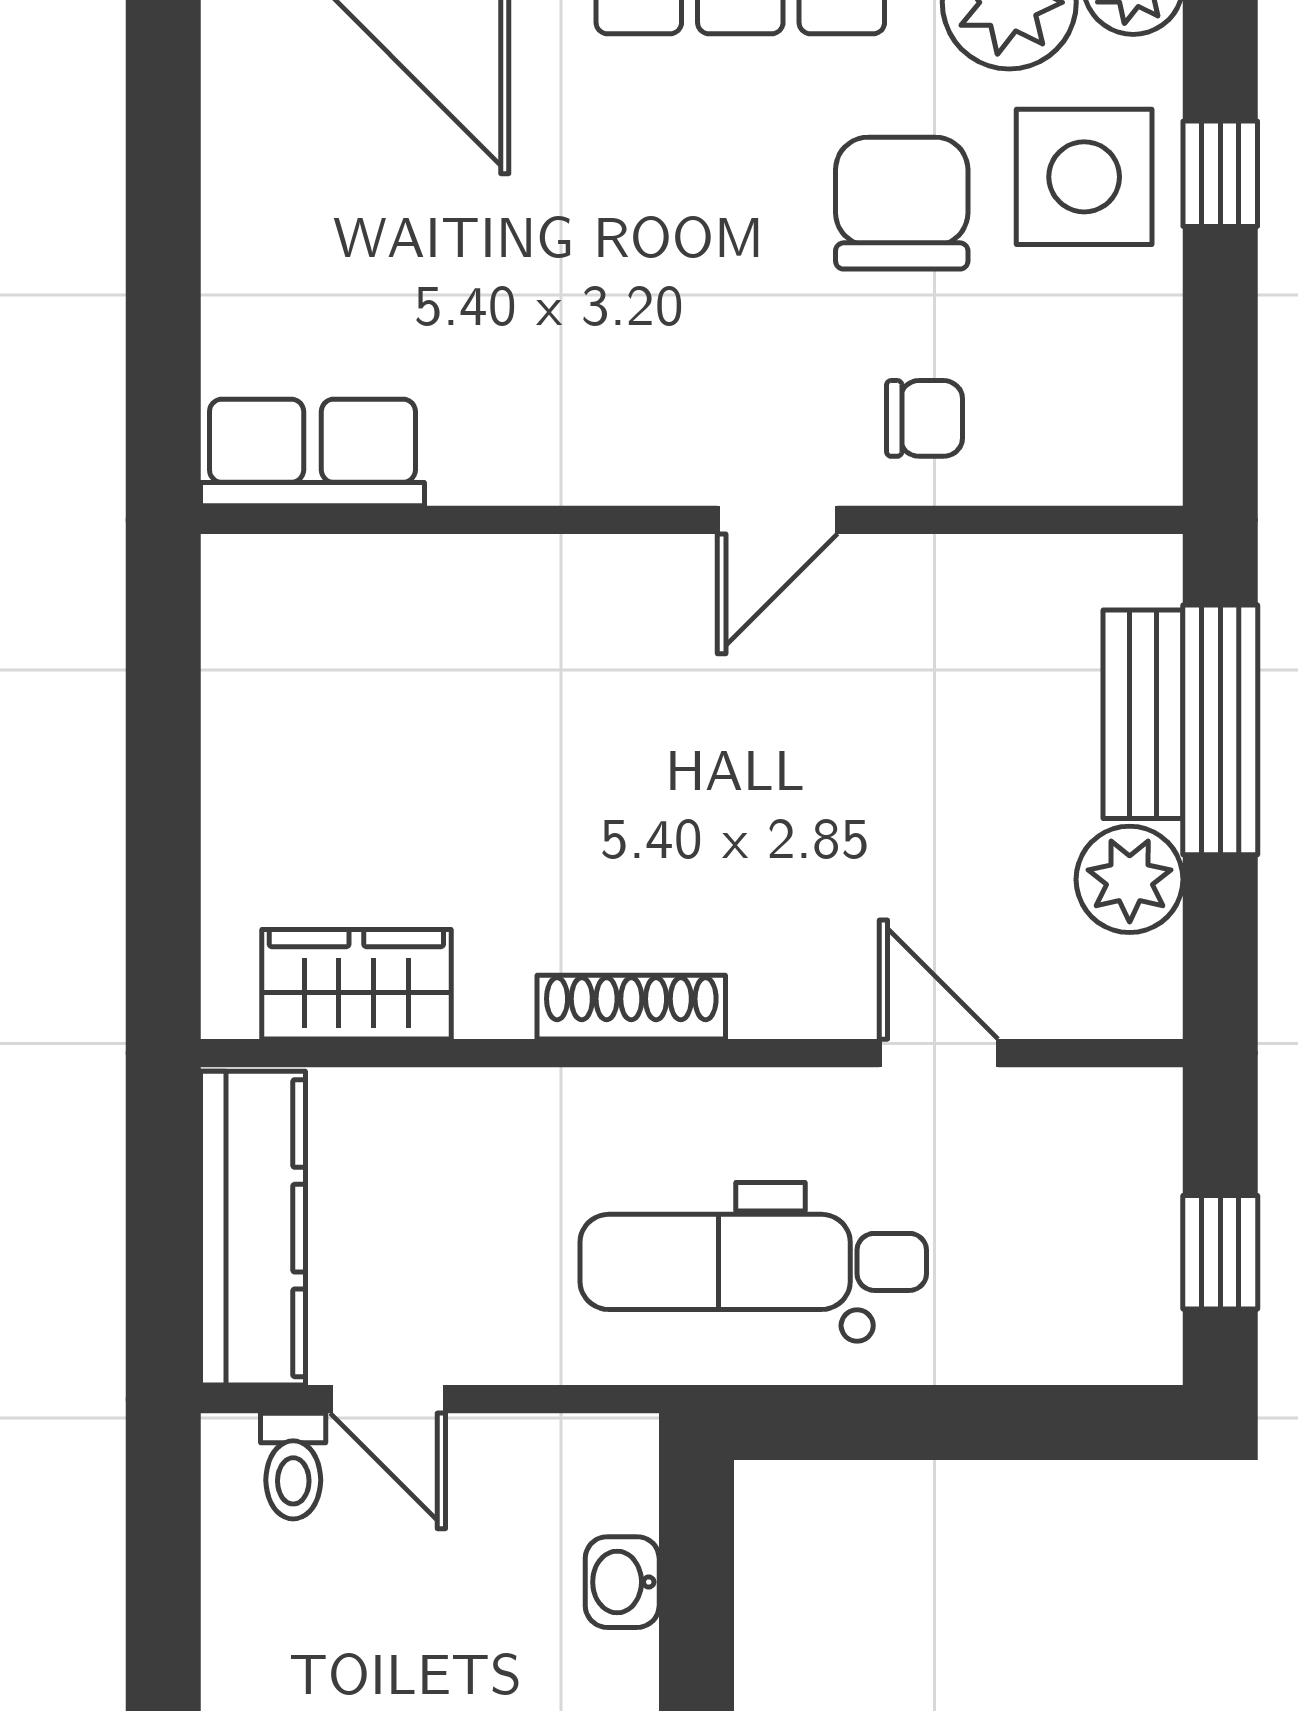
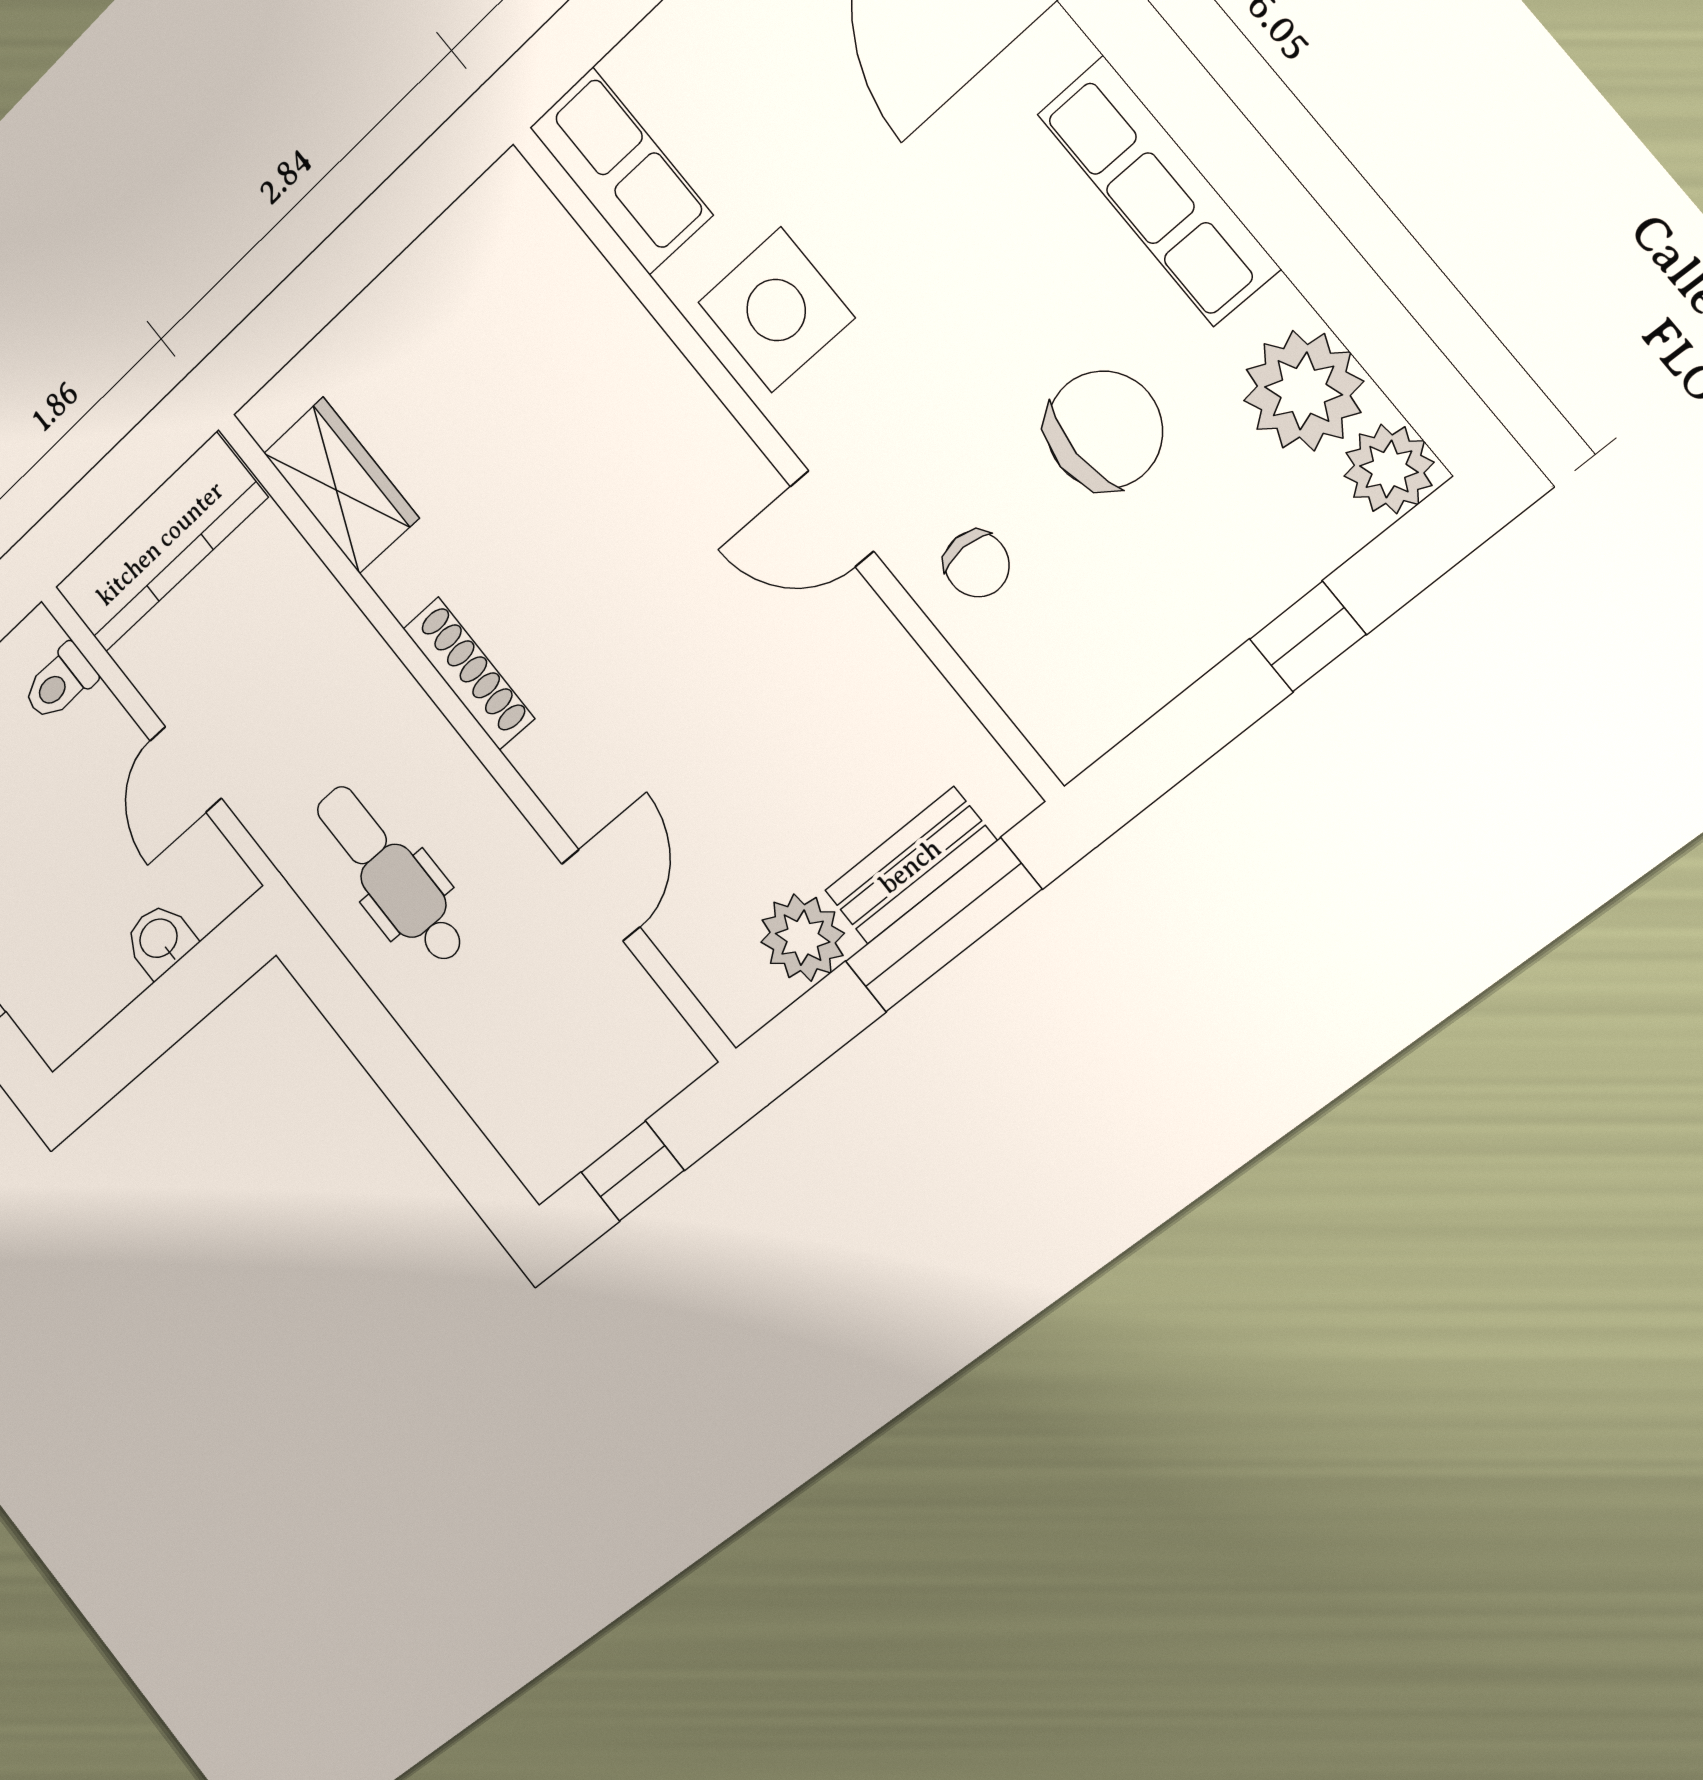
side table: (1084, 177) -> (776, 310), moved
dental chair: (753, 1262) -> (391, 875), width x0.73, depth x0.72
door: (388, 1399) -> (186, 769), moved

